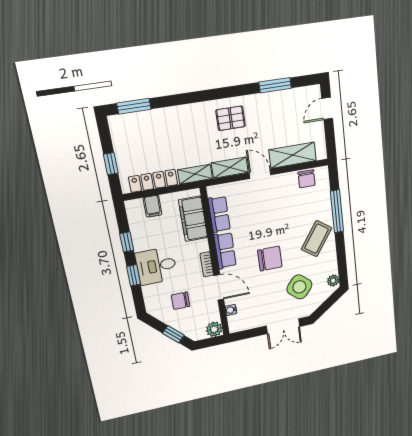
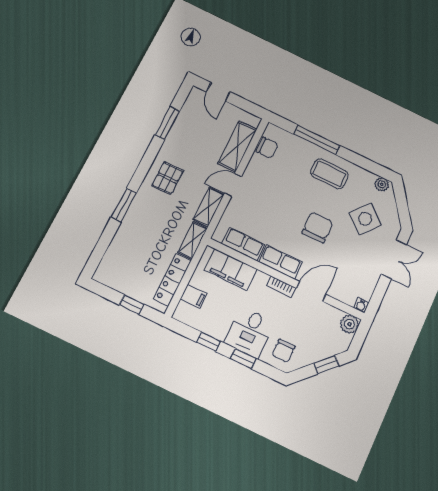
window: (134, 106) -> (124, 205), moved
coffee table: (317, 239) -> (329, 174), turned -35
chair: (181, 301) -> (284, 351), moved
water cooler: (231, 310) -> (361, 305), moved

